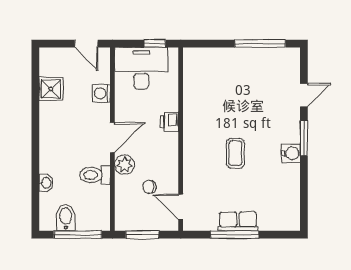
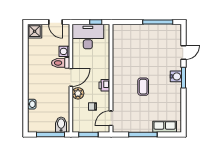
shower: (51, 89) -> (35, 31), moved
printer: (169, 122) -> (104, 85), moved
water cooler: (291, 153) -> (176, 76), moved
toilet: (95, 175) -> (61, 63), moved
door: (181, 207) -> (111, 118), hinge flipped
bidet: (66, 218) -> (61, 125), moved
row of seats: (238, 221) -> (165, 127), moved

